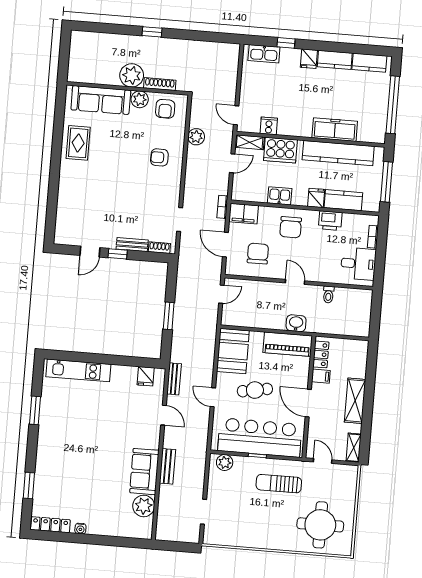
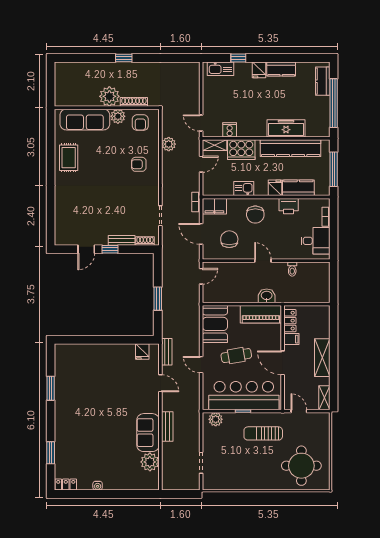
kitchen counter: (369, 63) -> (323, 81), moved, turned 90
kitchen unit: (78, 370) -> (85, 351), removed
locker: (50, 525) -> (66, 484), width x0.66

